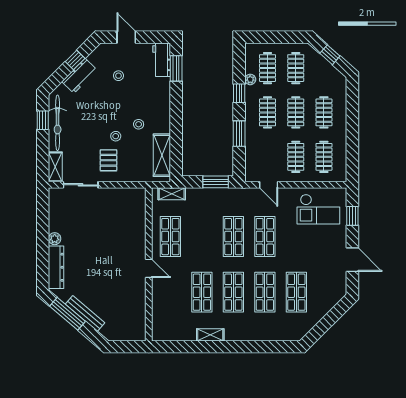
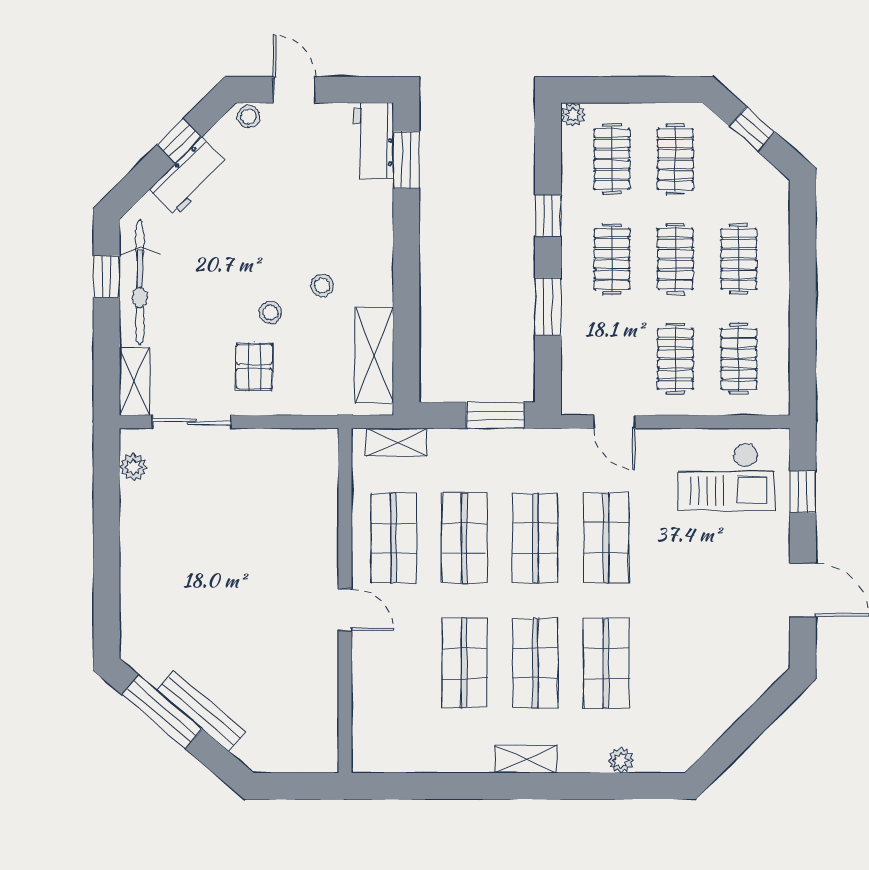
stool: (118, 76) -> (249, 116), moved
plant: (250, 79) -> (573, 115), moved
plant: (55, 239) -> (133, 467), moved
dresser: (56, 267) -> (137, 607), removed
shop shelf: (296, 292) -> (464, 538), moved
shelving: (210, 335) -> (526, 759), moved
plant: (271, 335) -> (621, 760), added

